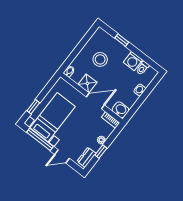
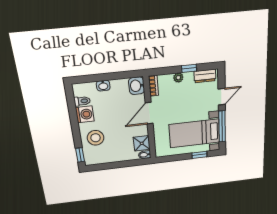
window: (122, 40) -> (80, 155), moved
stool: (100, 59) -> (96, 138), moved
shower: (87, 83) -> (142, 143), moved
door: (95, 101) -> (149, 113), hinge flipped
door: (62, 156) -> (222, 97), hinge flipped

